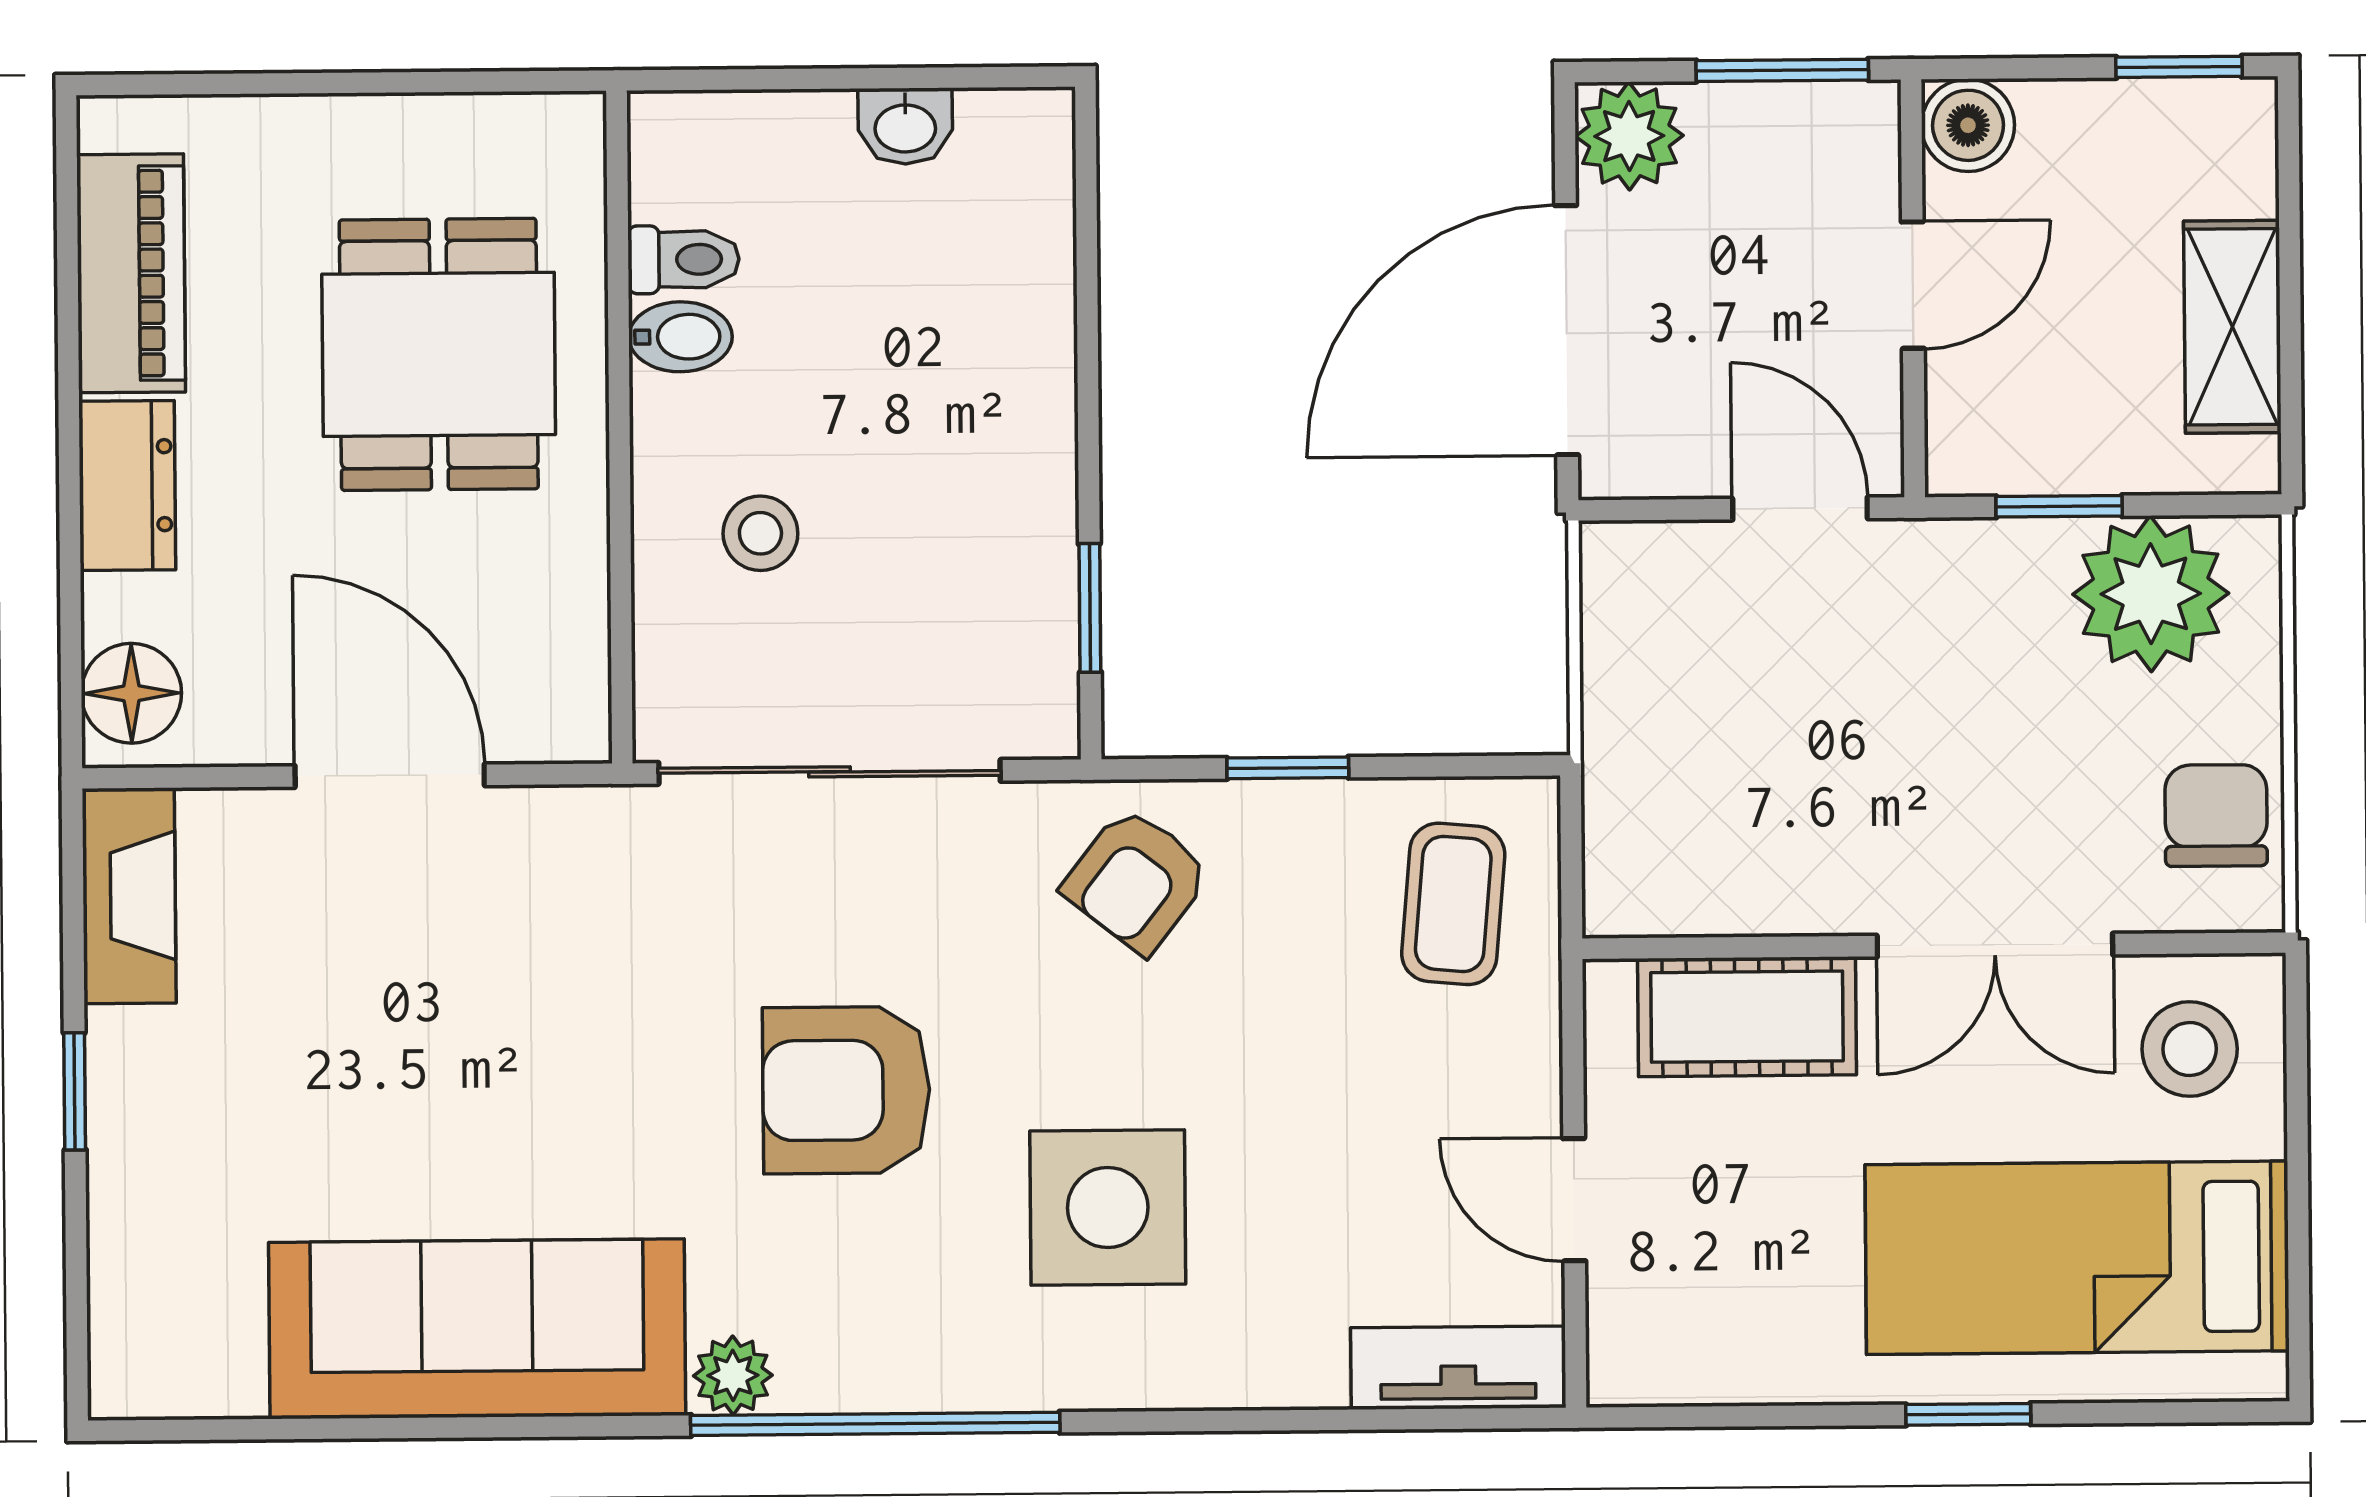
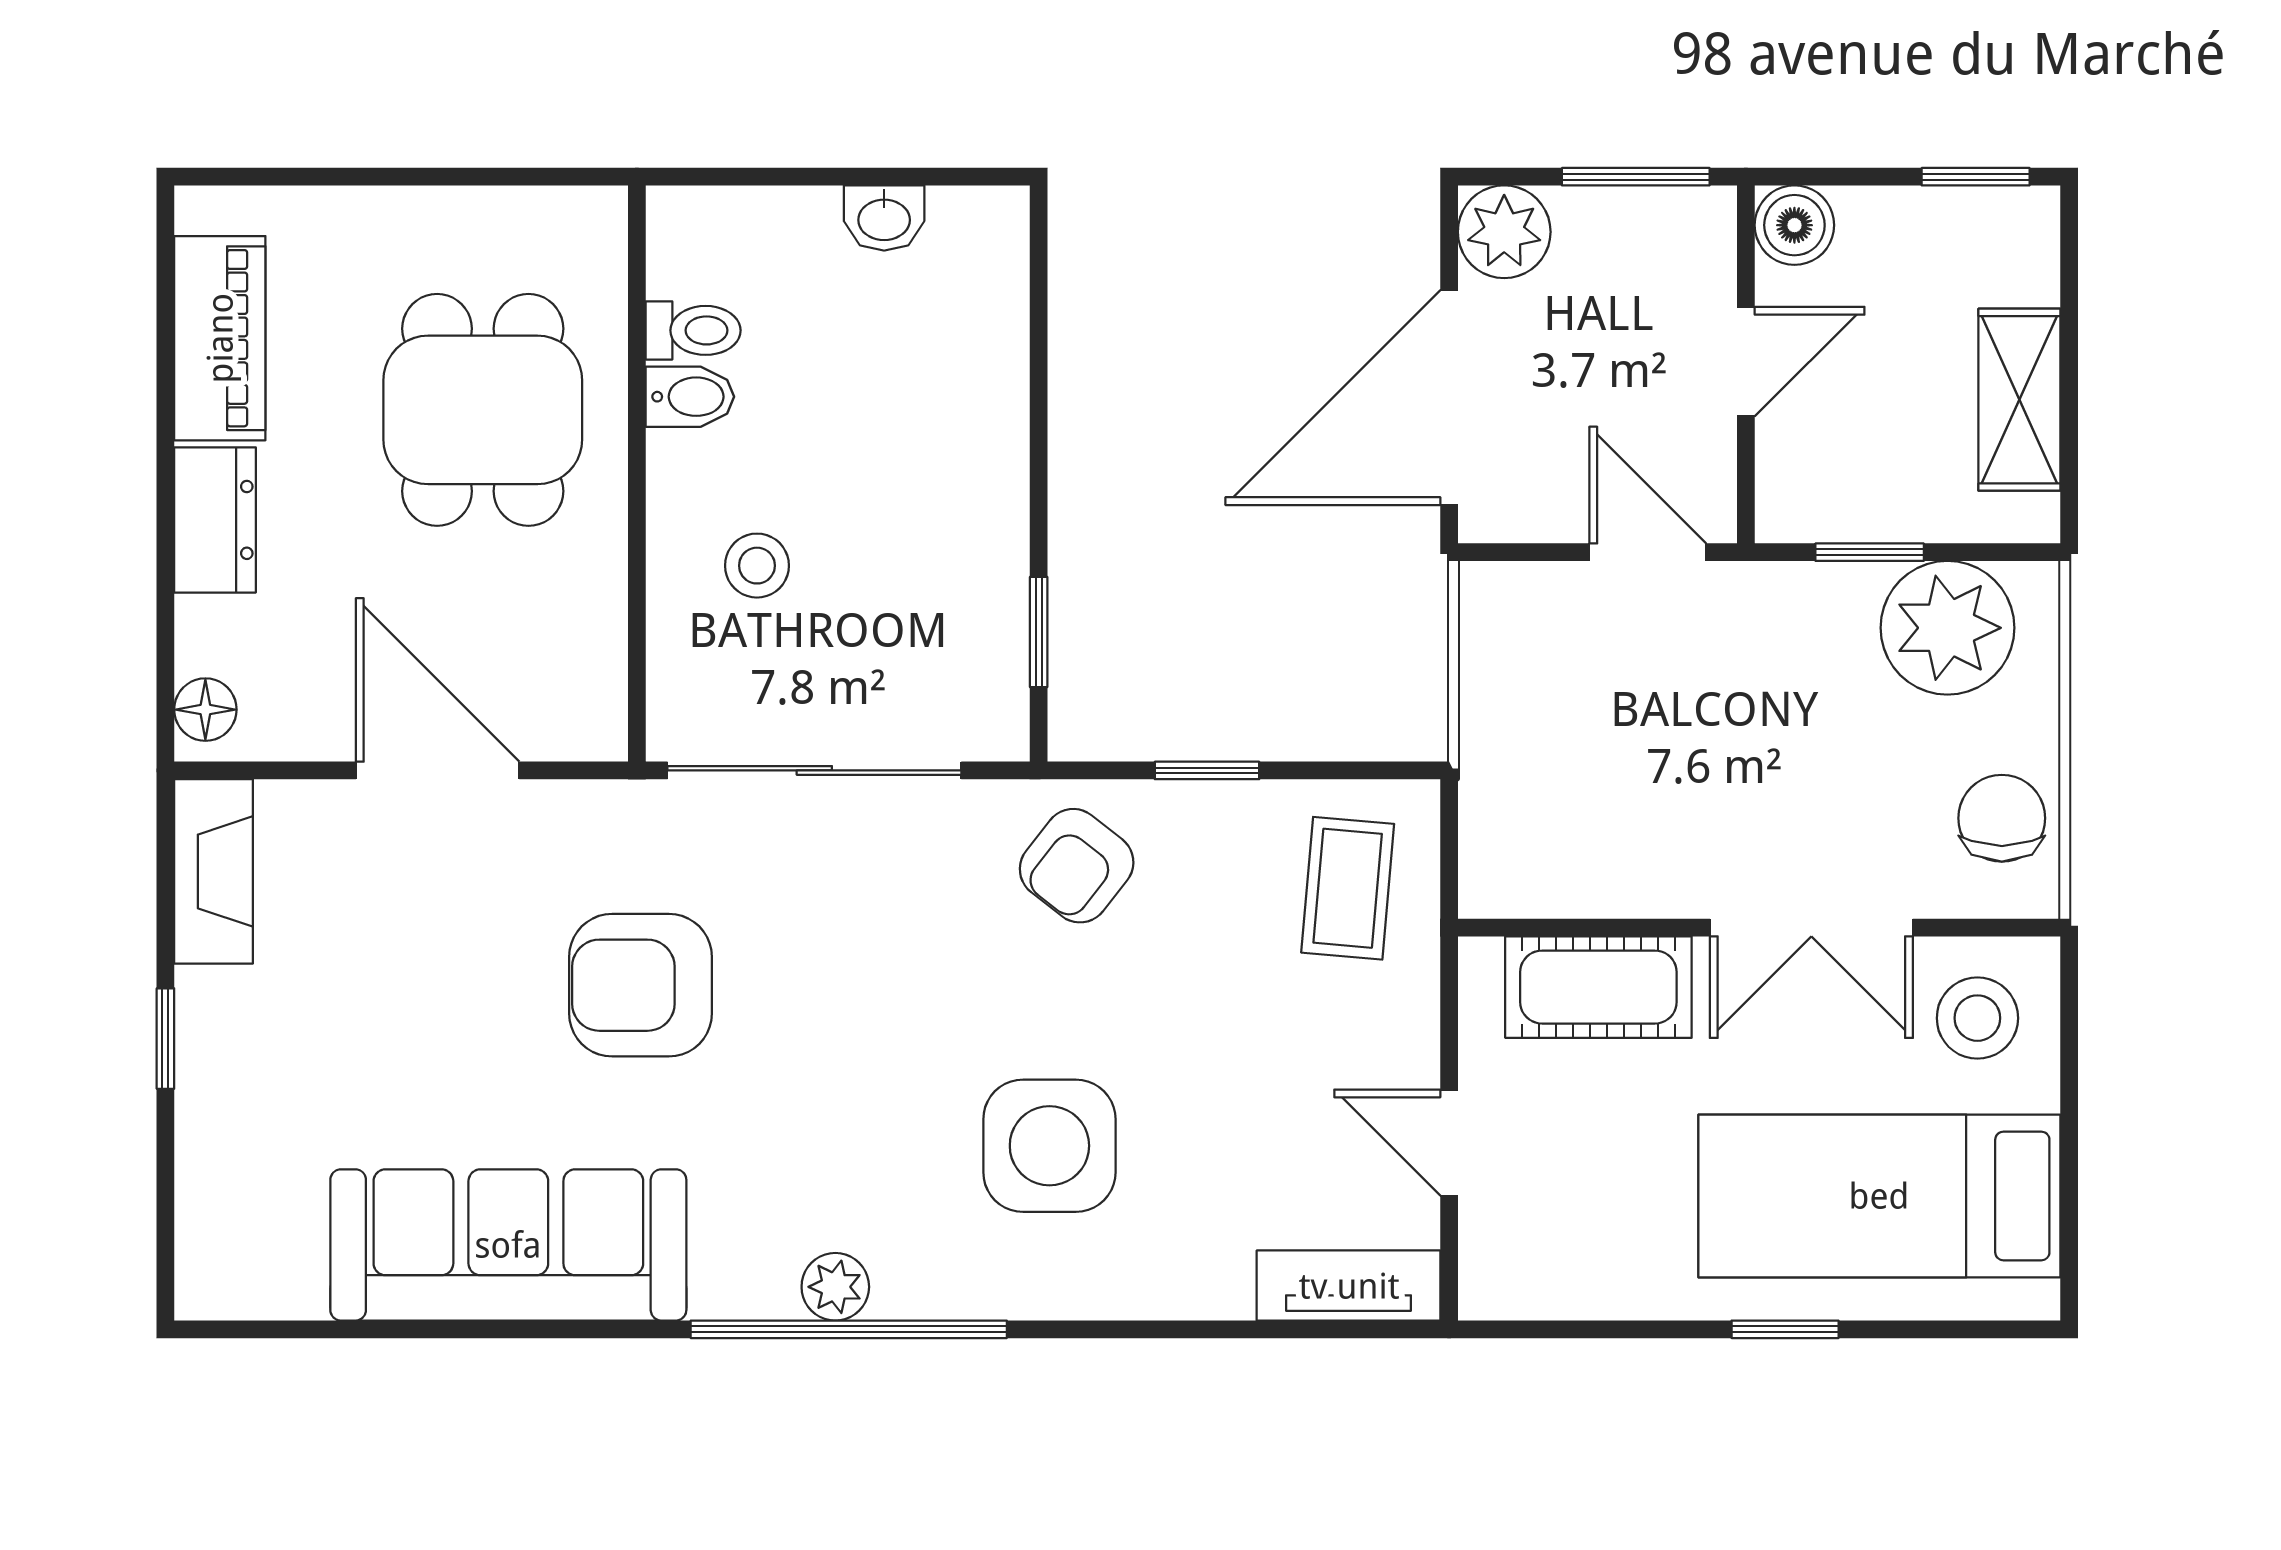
floor lamp: (131, 693) -> (205, 710), width x0.73, depth x0.73
armchair: (846, 1090) -> (640, 985), moved
plant: (733, 1375) -> (835, 1287), moved

